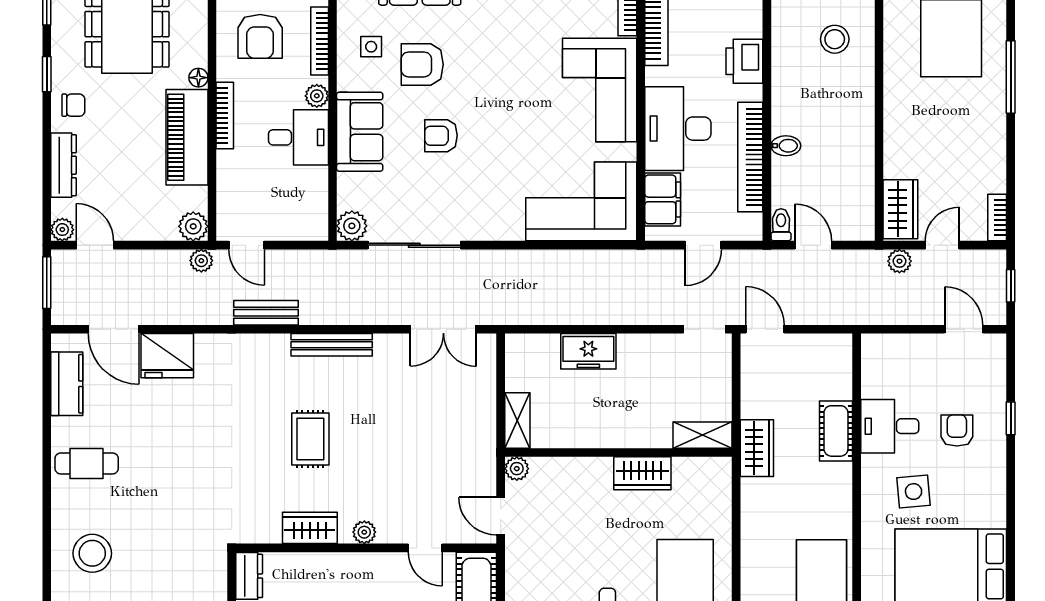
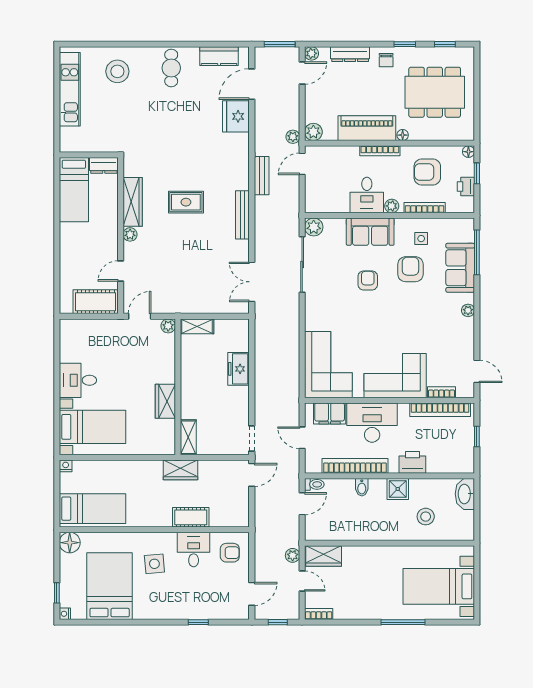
shower: (789, 86) -> (398, 489), added
armchair: (957, 431) -> (230, 553), moved
wardrobe: (310, 528) -> (133, 202), width x1.50

